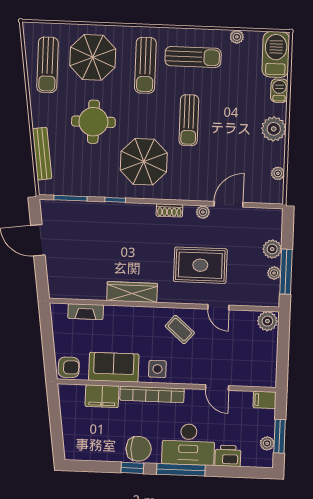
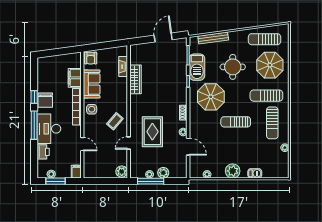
barbecue: (276, 54) -> (197, 67), moved, turned 90
wardrobe: (132, 292) -> (135, 79), moved
door: (217, 388) -> (82, 144), swing flipped

